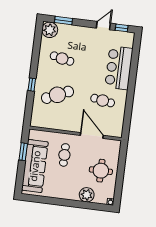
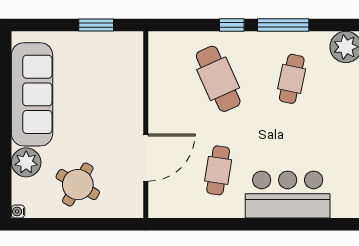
window: (35, 59) -> (283, 25), added
cafe table: (64, 155) -> (100, 108), removed
sofa: (35, 166) -> (32, 94), moved, turned -90
round table: (101, 171) -> (78, 185), turned 30

